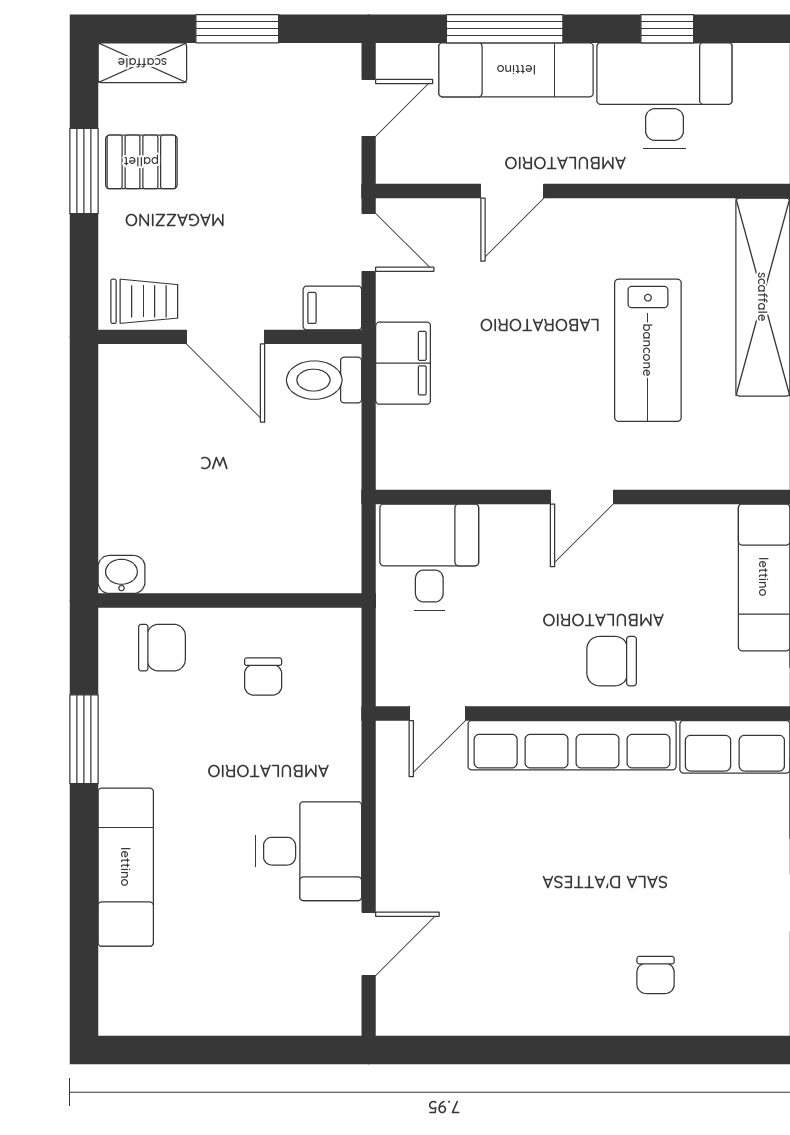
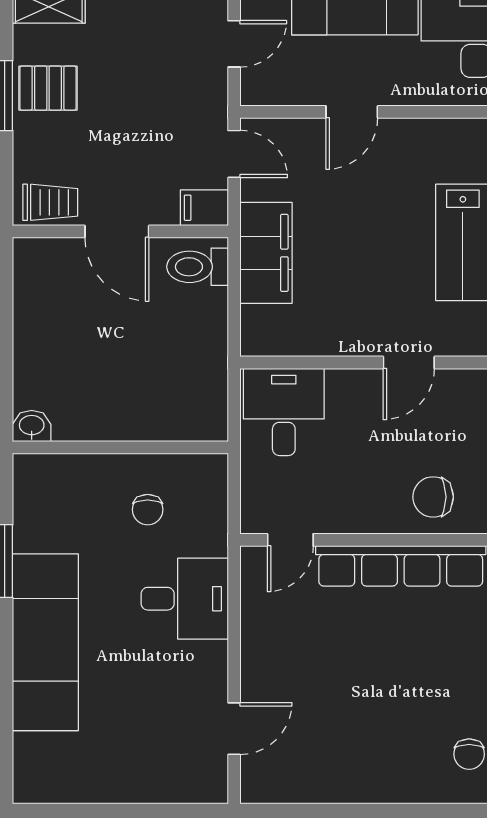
filing cabinet: (403, 363) -> (266, 253), width x1.50, depth x1.17
chair: (162, 648) -> (65, 486), removed
desk: (308, 851) -> (185, 599), moved
exam couch: (126, 867) -> (45, 642), width x1.36, depth x1.45

